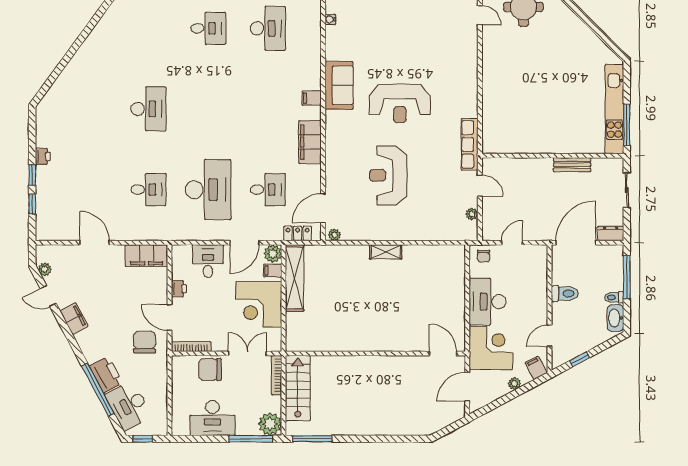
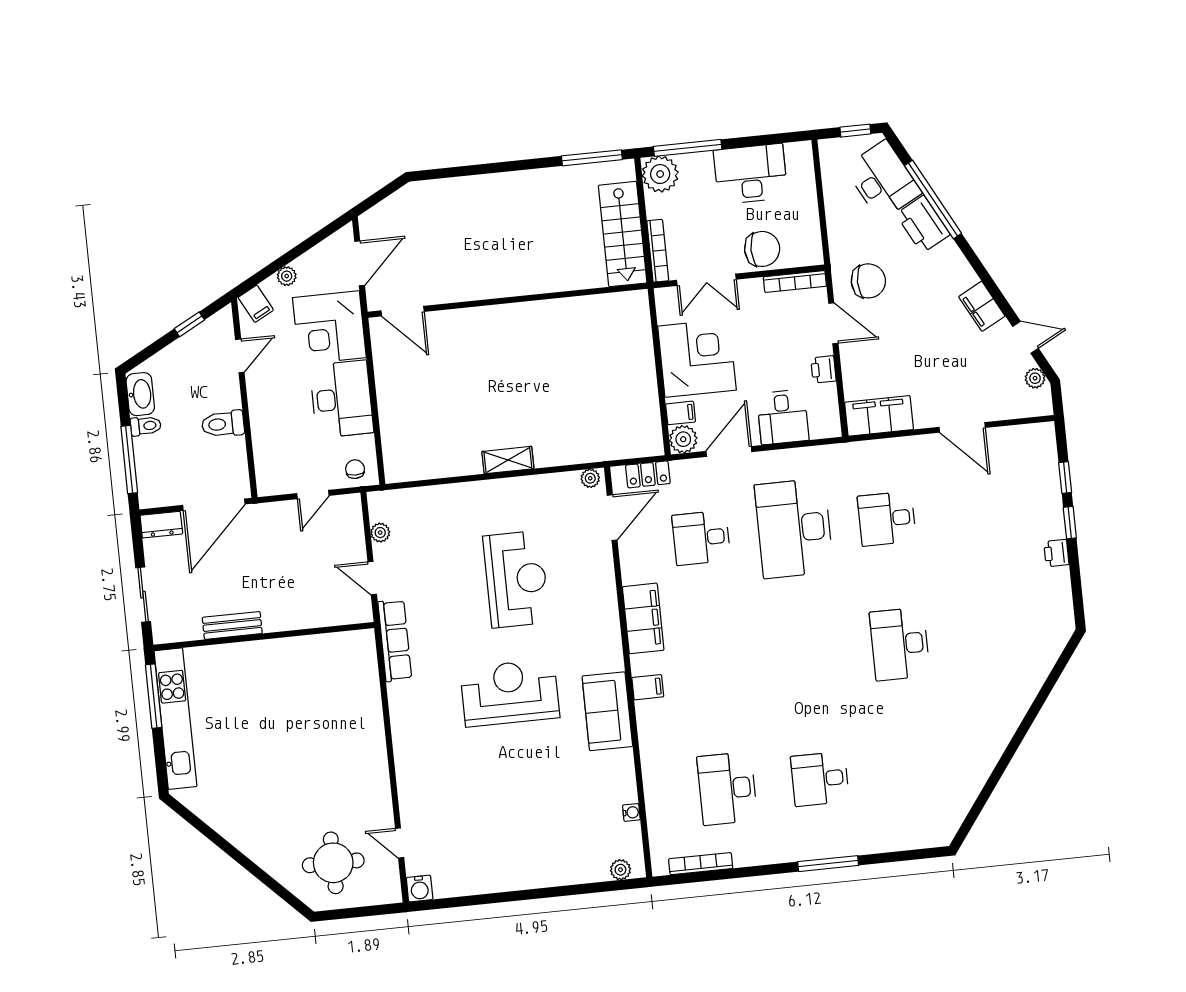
shelving: (295, 278) -> (645, 405), removed
chair: (145, 342) -> (868, 281), turned -90

